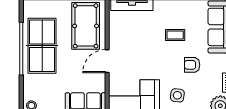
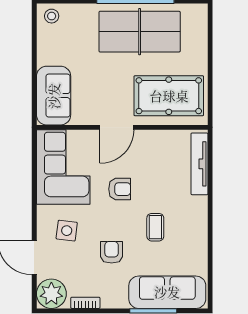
armchair: (149, 59) -> (120, 189), added
door: (107, 61) -> (117, 127), swing flipped

